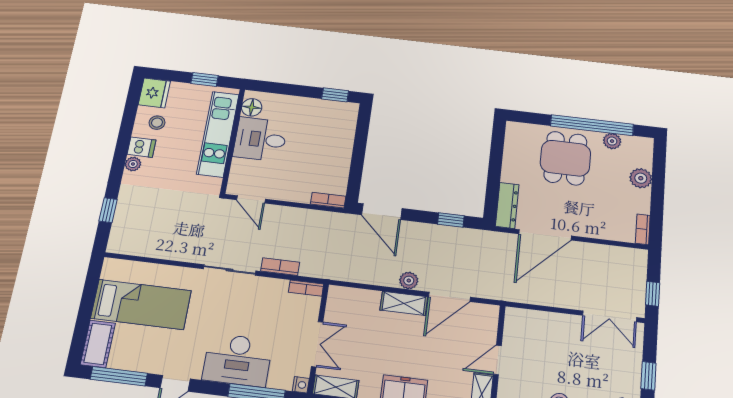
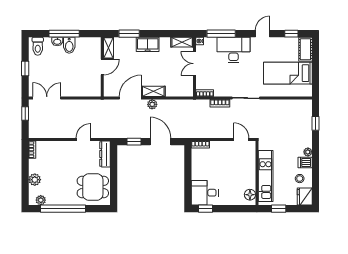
desk: (260, 139) -> (205, 193), moved, turned 180
plant: (612, 141) -> (41, 200), moved
dining table: (565, 158) -> (93, 187), moved, turned 90
door: (382, 212) -> (161, 142), moved
door: (545, 235) -> (84, 140), width x0.53
window: (119, 376) -> (291, 34), width x0.46

